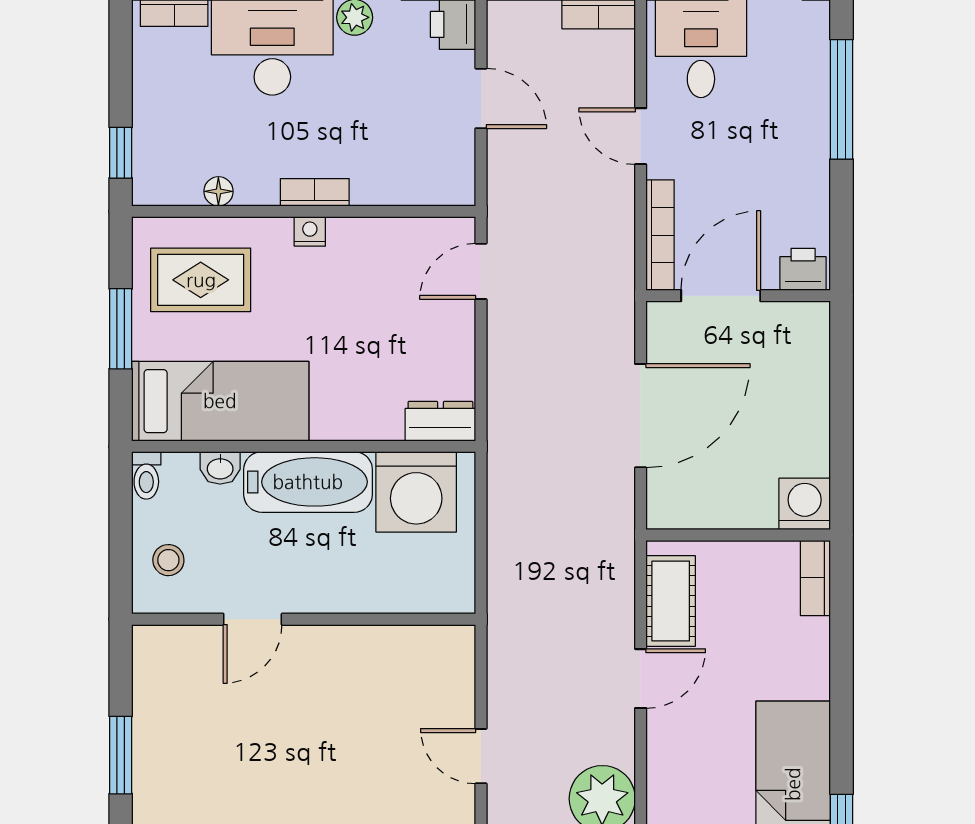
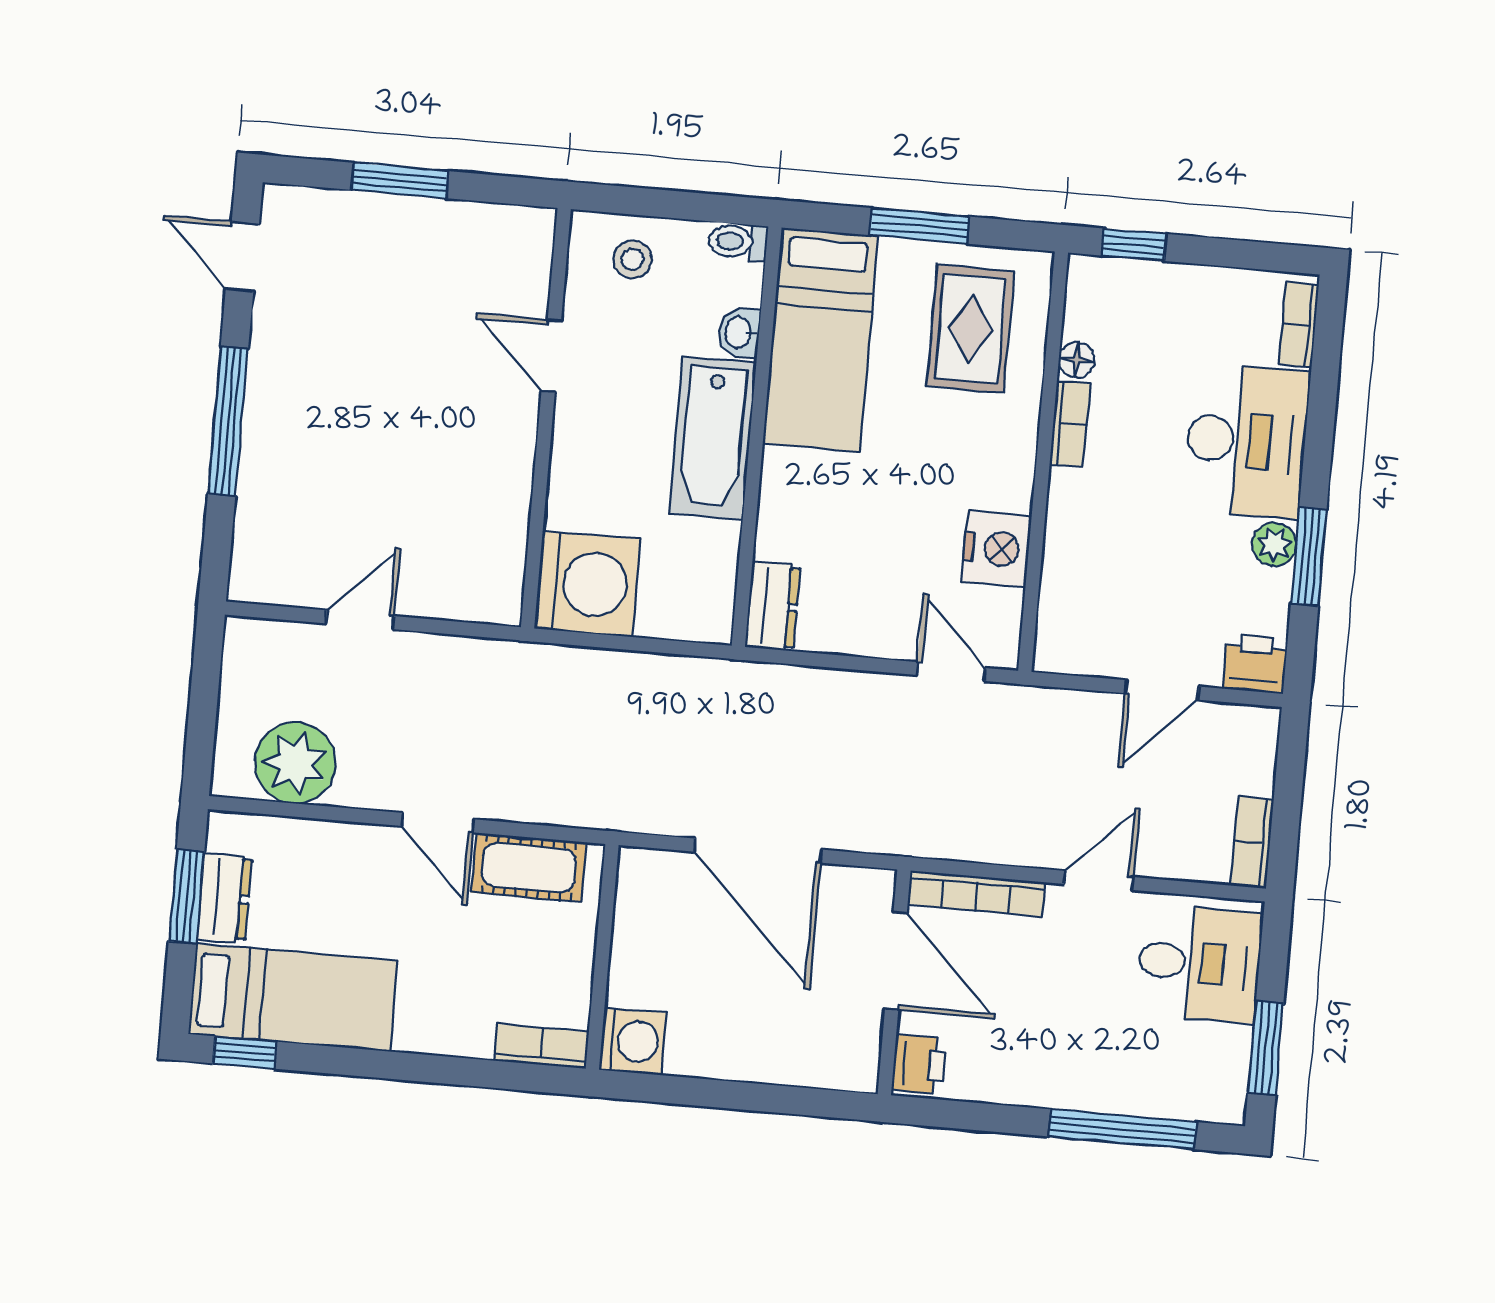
bookcase: (315, 192) -> (1070, 424), moved
nightstand: (310, 231) -> (996, 549), moved, width x1.89, depth x1.79
washing machine: (416, 492) -> (587, 584), moved, turned 180

